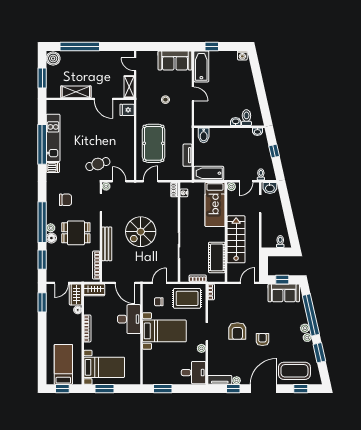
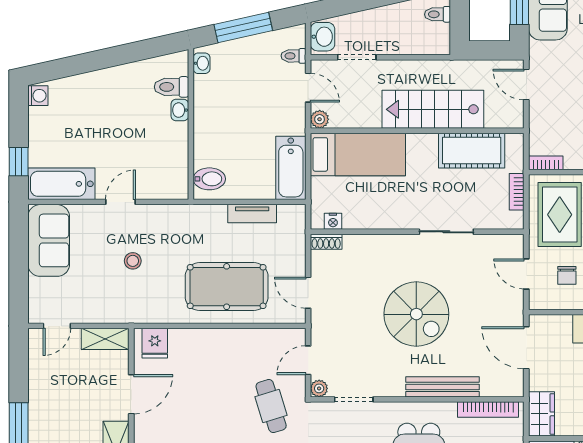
window: (274, 151) -> (243, 28), width x2.17
door: (125, 283) -> (526, 348), swing flipped

